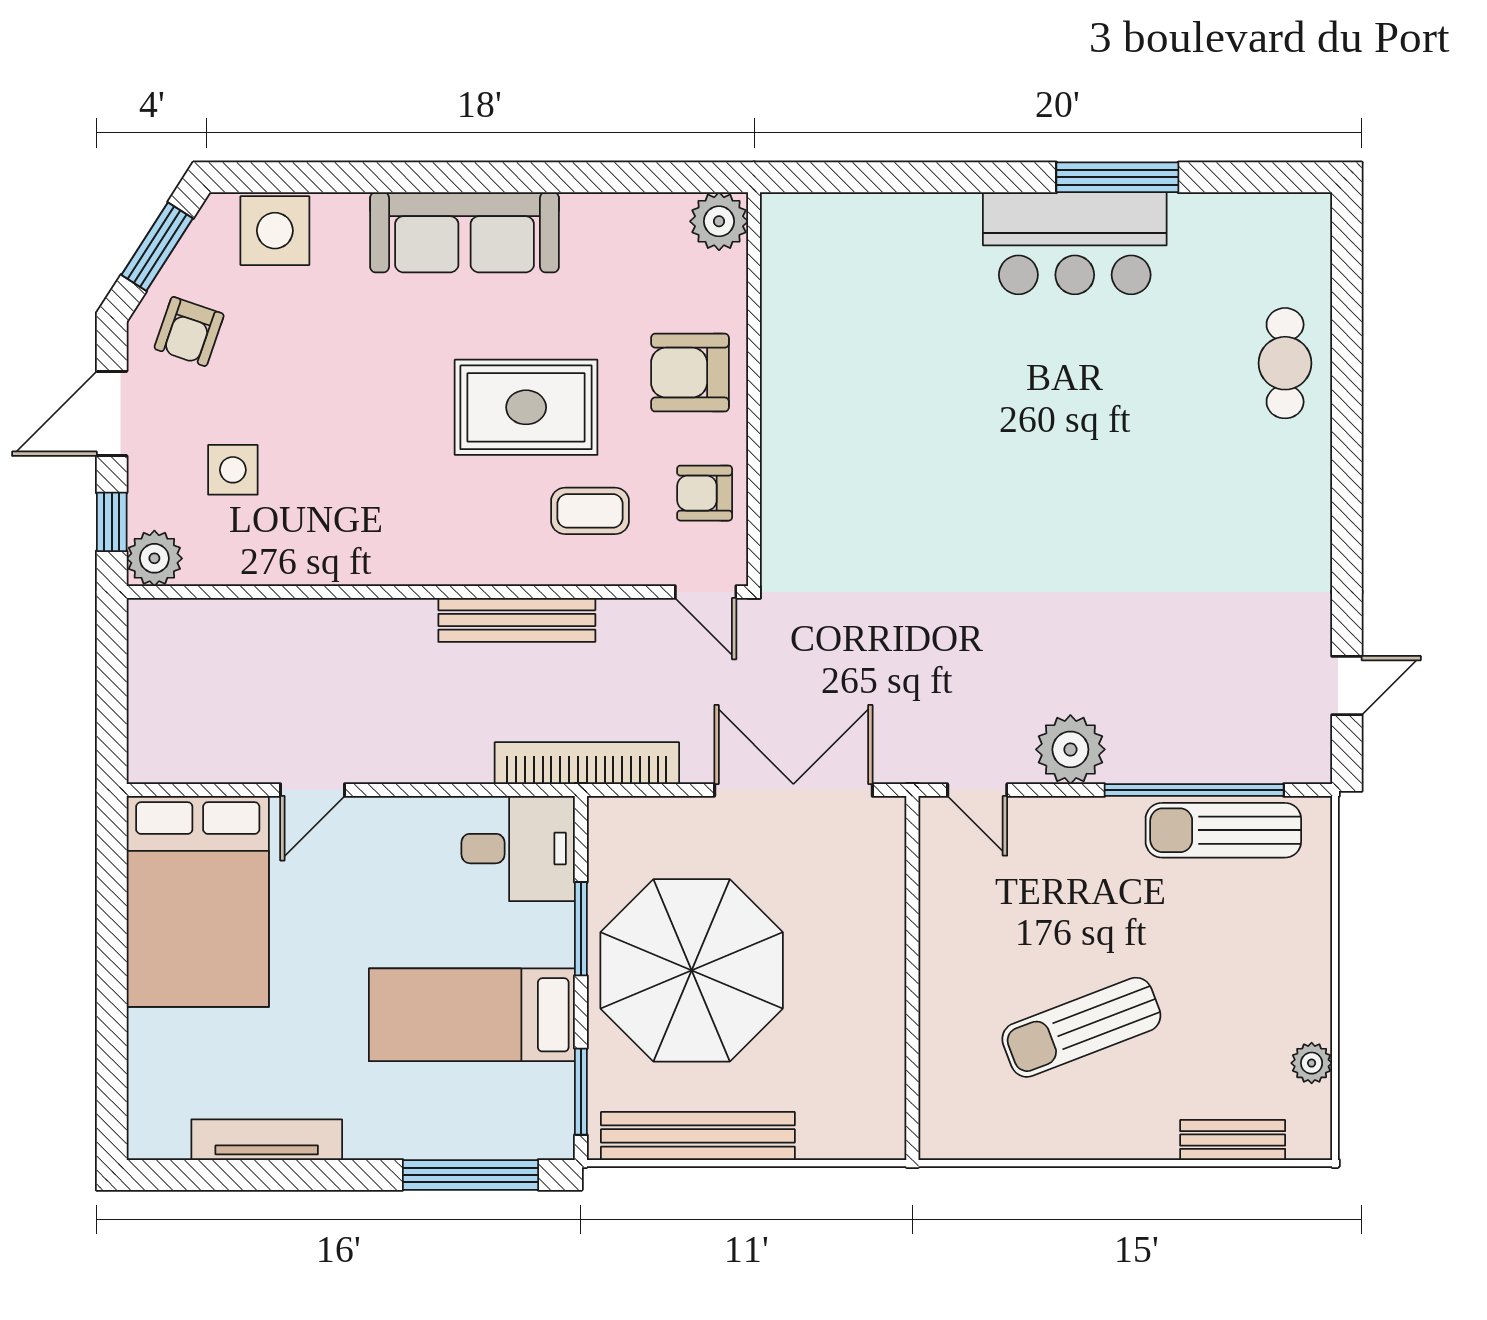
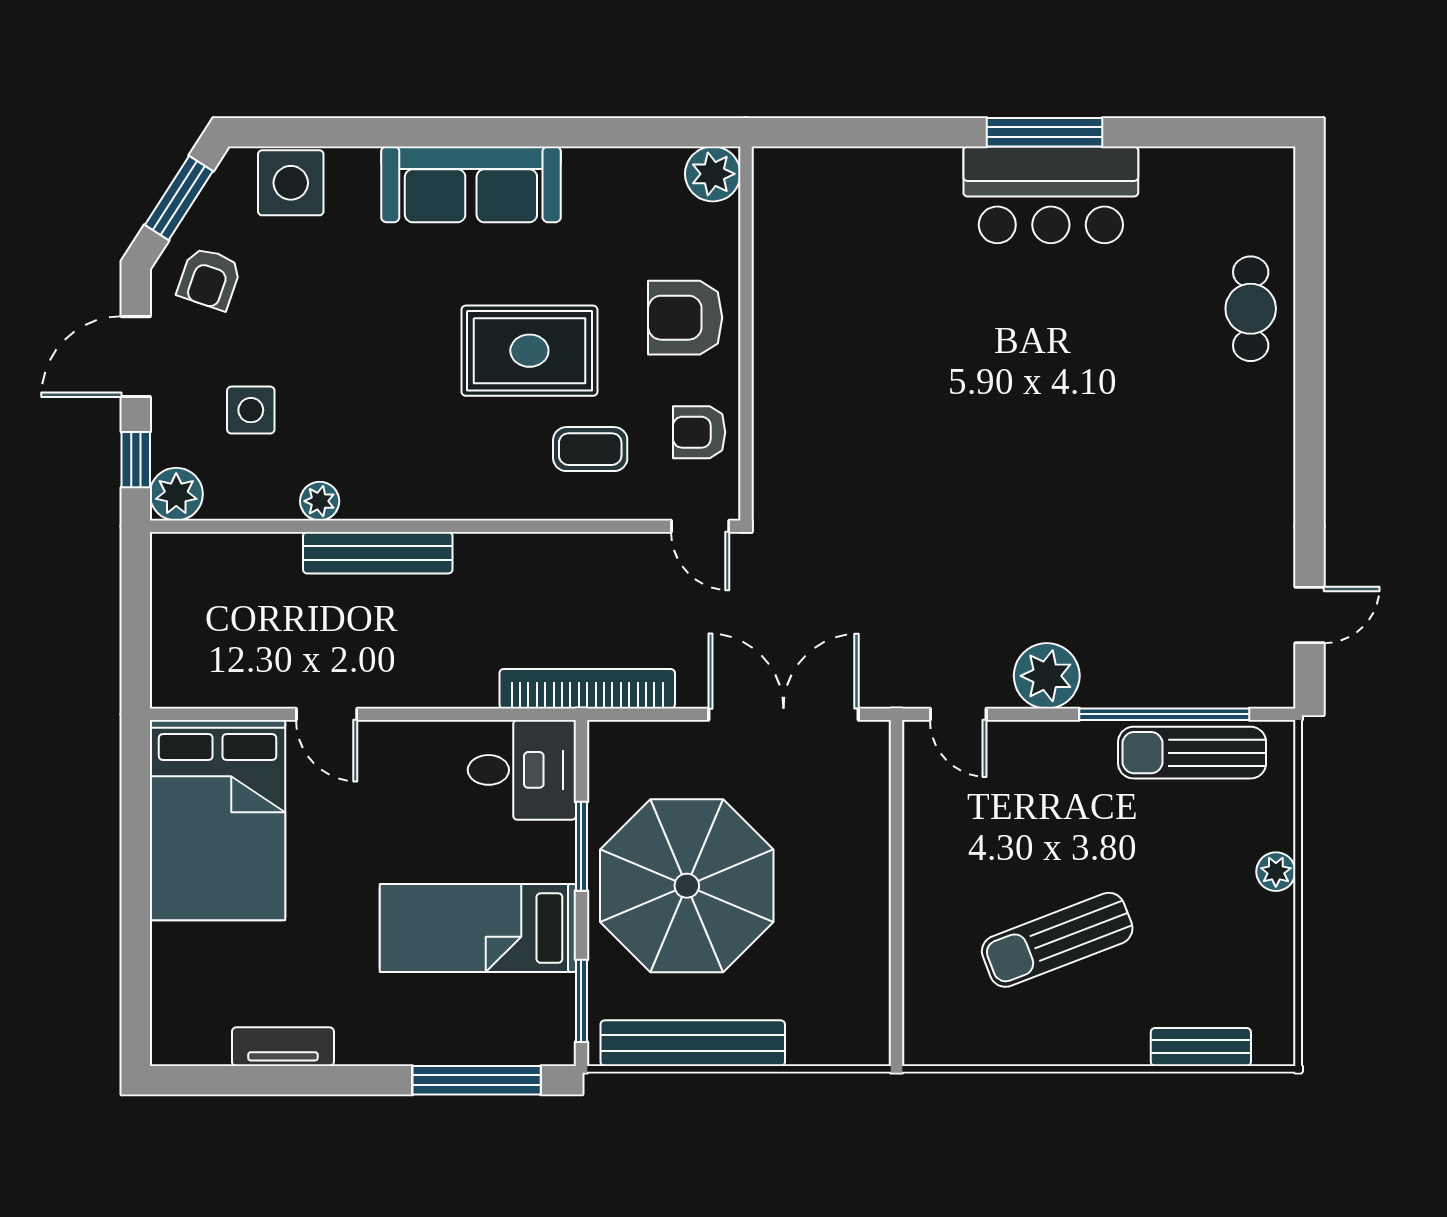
window: (1117, 177) -> (1045, 132), moved
plant: (305, 566) -> (320, 501), added
bench: (517, 620) -> (378, 553), moved
door: (313, 790) -> (327, 714), hinge flipped
plant: (1312, 1063) -> (1276, 872), moved
tv unit: (267, 1140) -> (283, 1047), width x0.71

